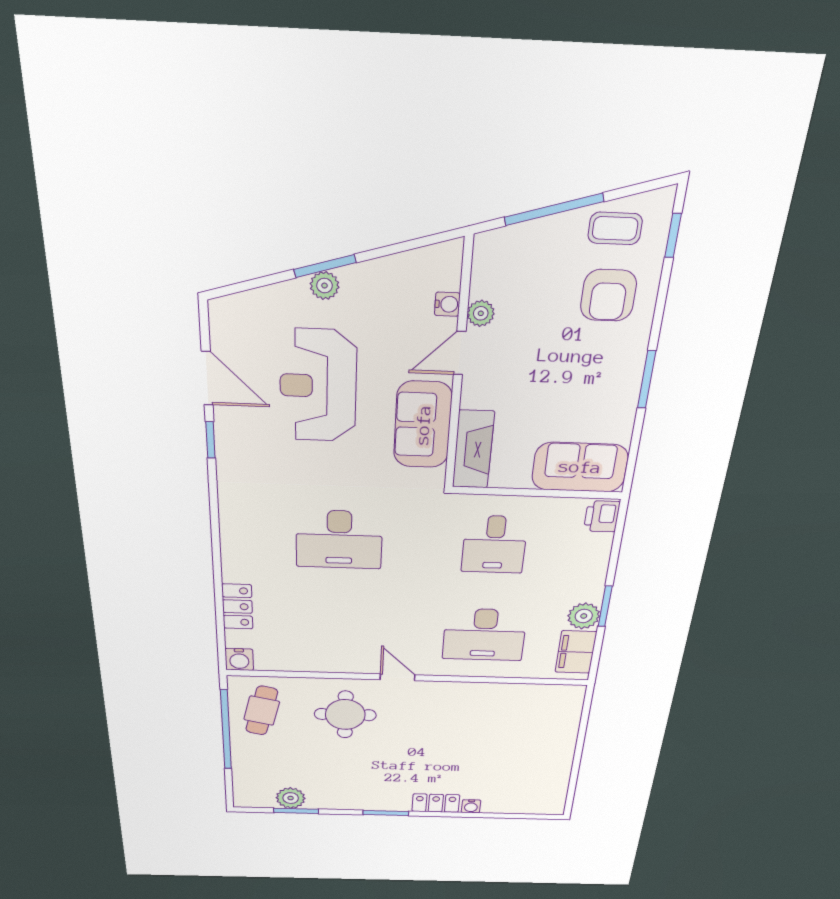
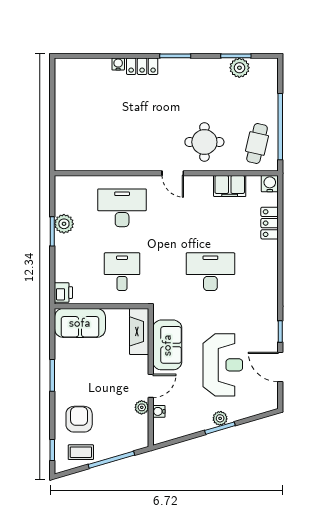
filing cabinet: (576, 652) -> (230, 186), moved, turned 90

